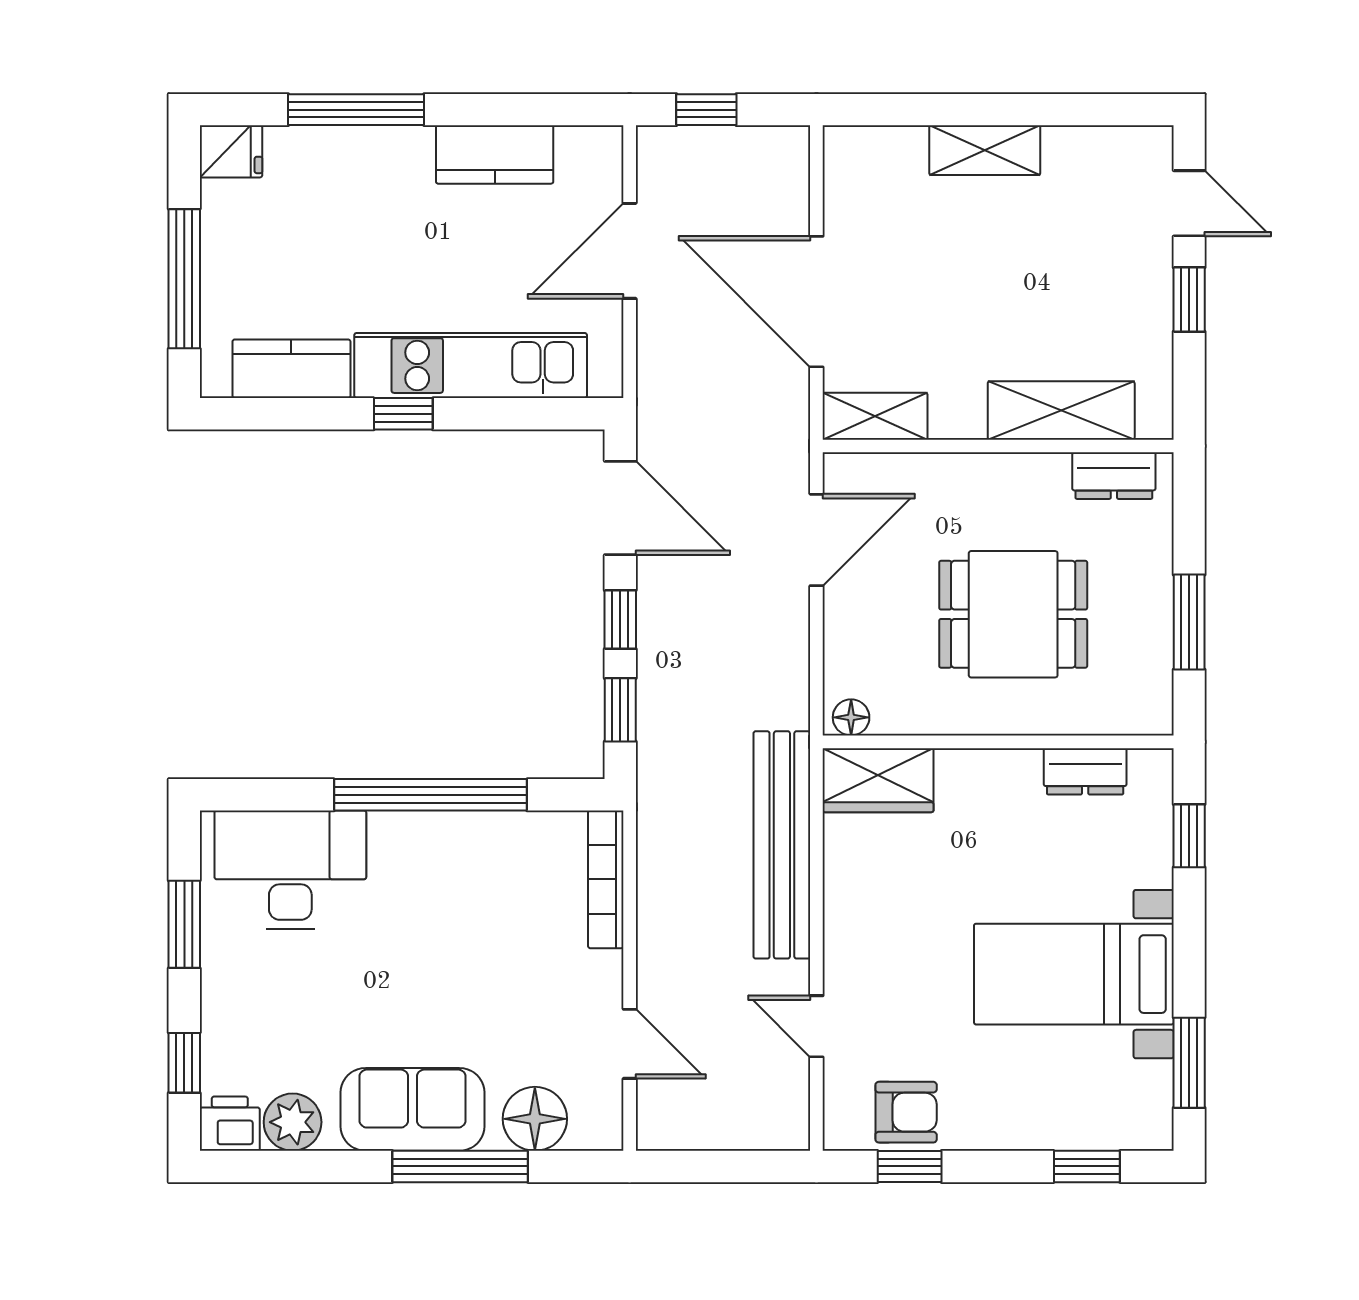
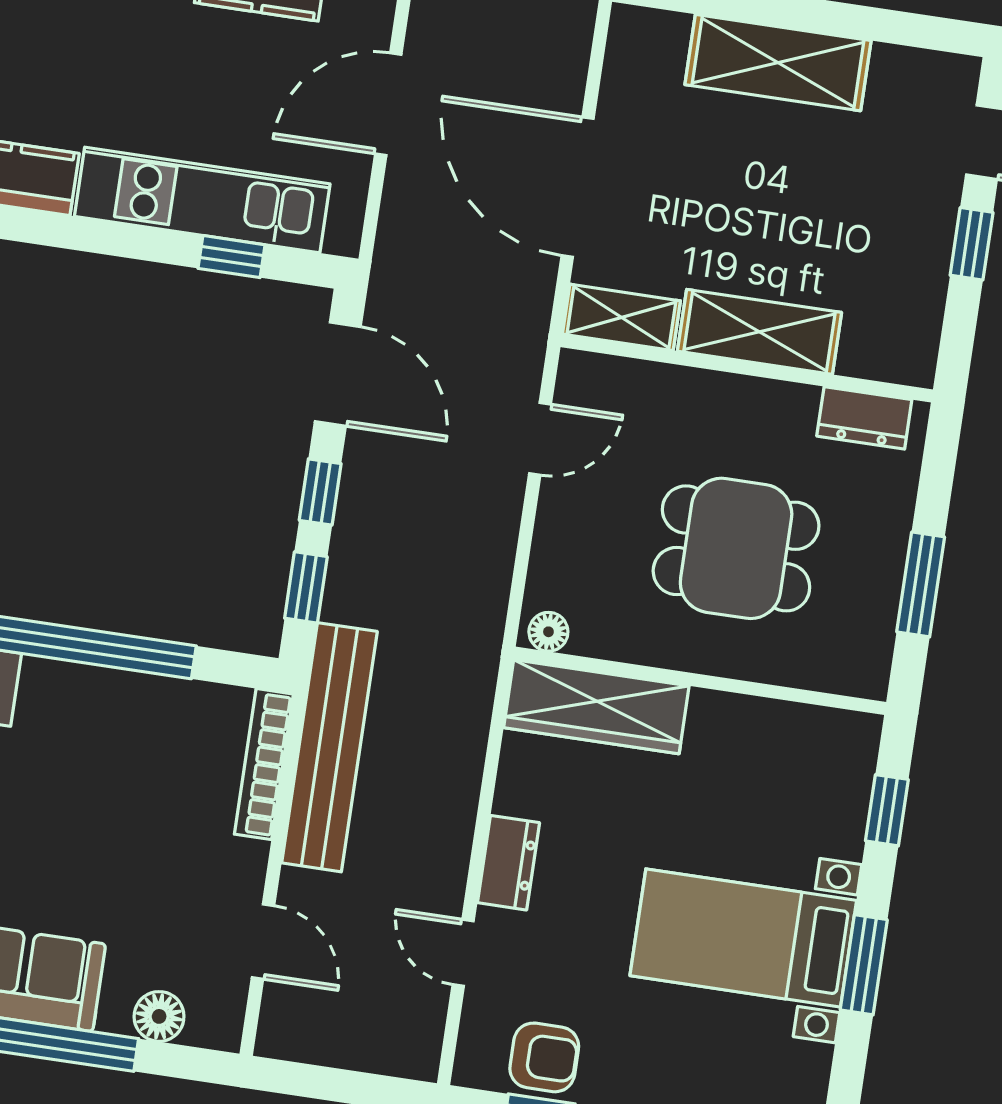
shelving: (985, 150) -> (778, 63), width x1.50, depth x1.33
shelving: (1061, 410) -> (760, 332), moved
window: (403, 414) -> (231, 257), moved
door: (816, 540) -> (540, 439), width x0.73
dresser: (1085, 771) -> (508, 863), moved, turned -90
wardrobe: (878, 780) -> (596, 707), width x1.50
bench: (782, 845) -> (329, 747), moved
window: (1189, 1063) -> (864, 965), moved
floor lamp: (535, 1119) -> (159, 1016), width x0.73, depth x0.73

